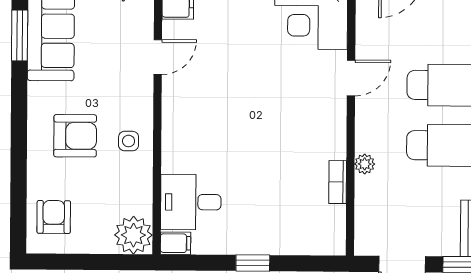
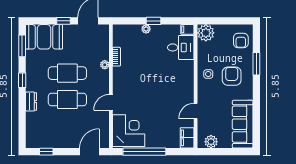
window: (20, 35) -> (256, 64), moved
armchair: (75, 136) -> (232, 76), turned 90
plant: (270, 245) -> (146, 29), added

